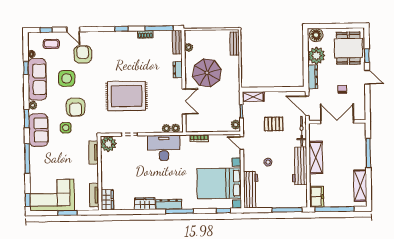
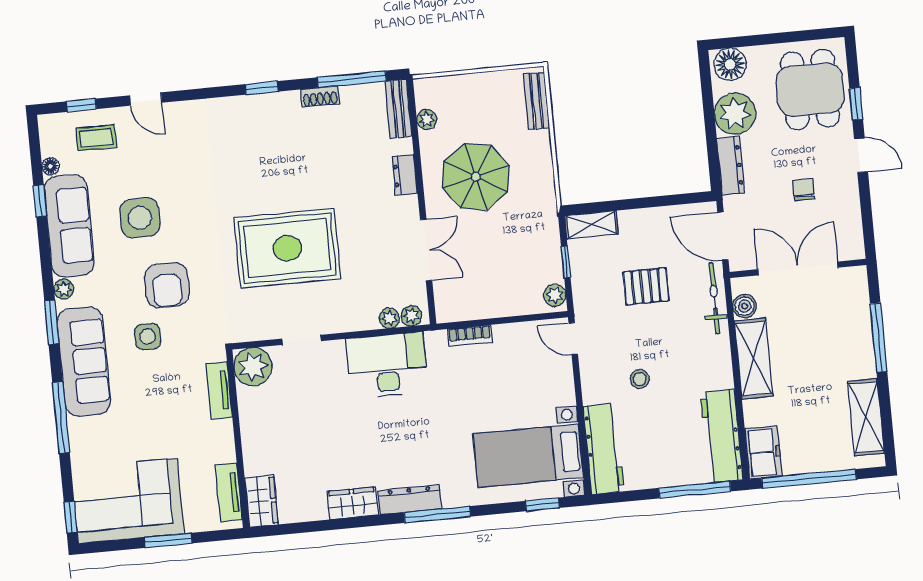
armchair: (83, 54) -> (174, 157), removed
sofa: (38, 130) -> (84, 362), width x1.36
boiler: (314, 136) -> (745, 306), added
workbench: (300, 166) -> (722, 436), moved
bed with nightstands: (219, 183) -> (528, 456), width x0.73

